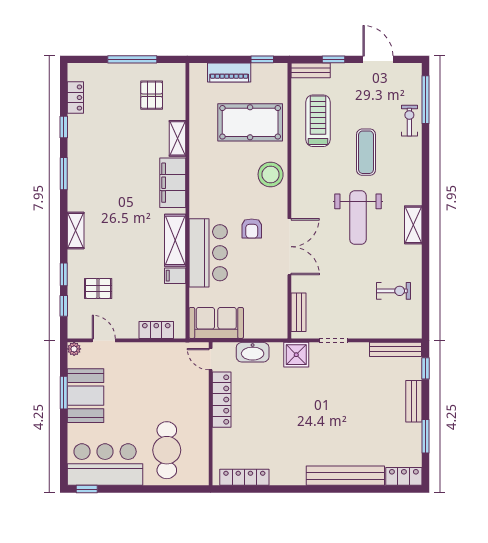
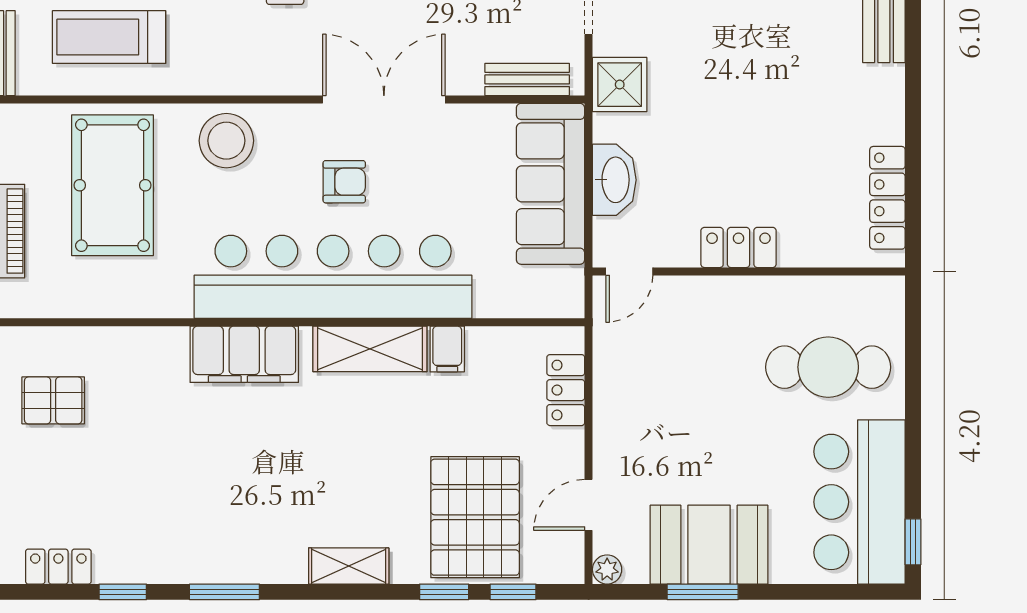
shelving: (177, 138) -> (148, 344), removed
bar counter: (208, 253) -> (333, 277), width x1.86
pallet: (98, 288) -> (475, 517), width x2.05, depth x2.00
sofa: (216, 323) -> (550, 184), moved, width x1.36
locker: (222, 400) -> (739, 247), width x0.66

